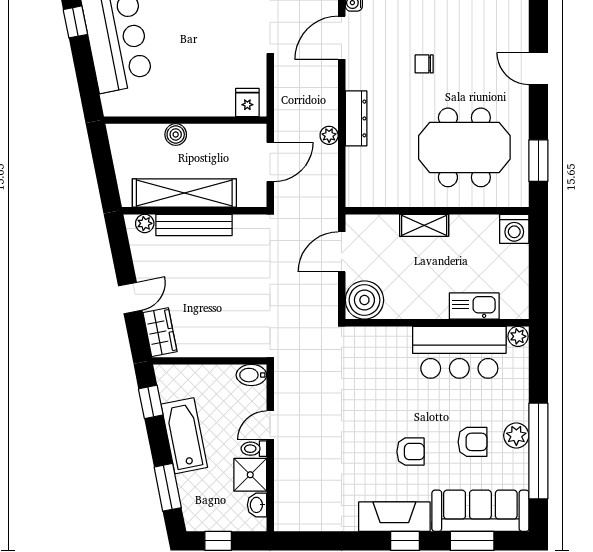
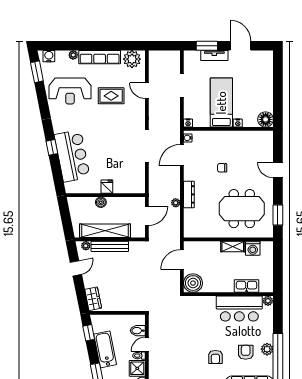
fridge: (247, 102) -> (107, 187), moved
shelving: (424, 225) -> (233, 247), moved
washing machine: (514, 229) -> (253, 248), moved
door: (130, 298) -> (76, 268), moved
bidet: (251, 375) -> (138, 331), moved
armchair: (472, 442) -> (246, 352), turned -90
armchair: (410, 452) -> (215, 357), turned 90

